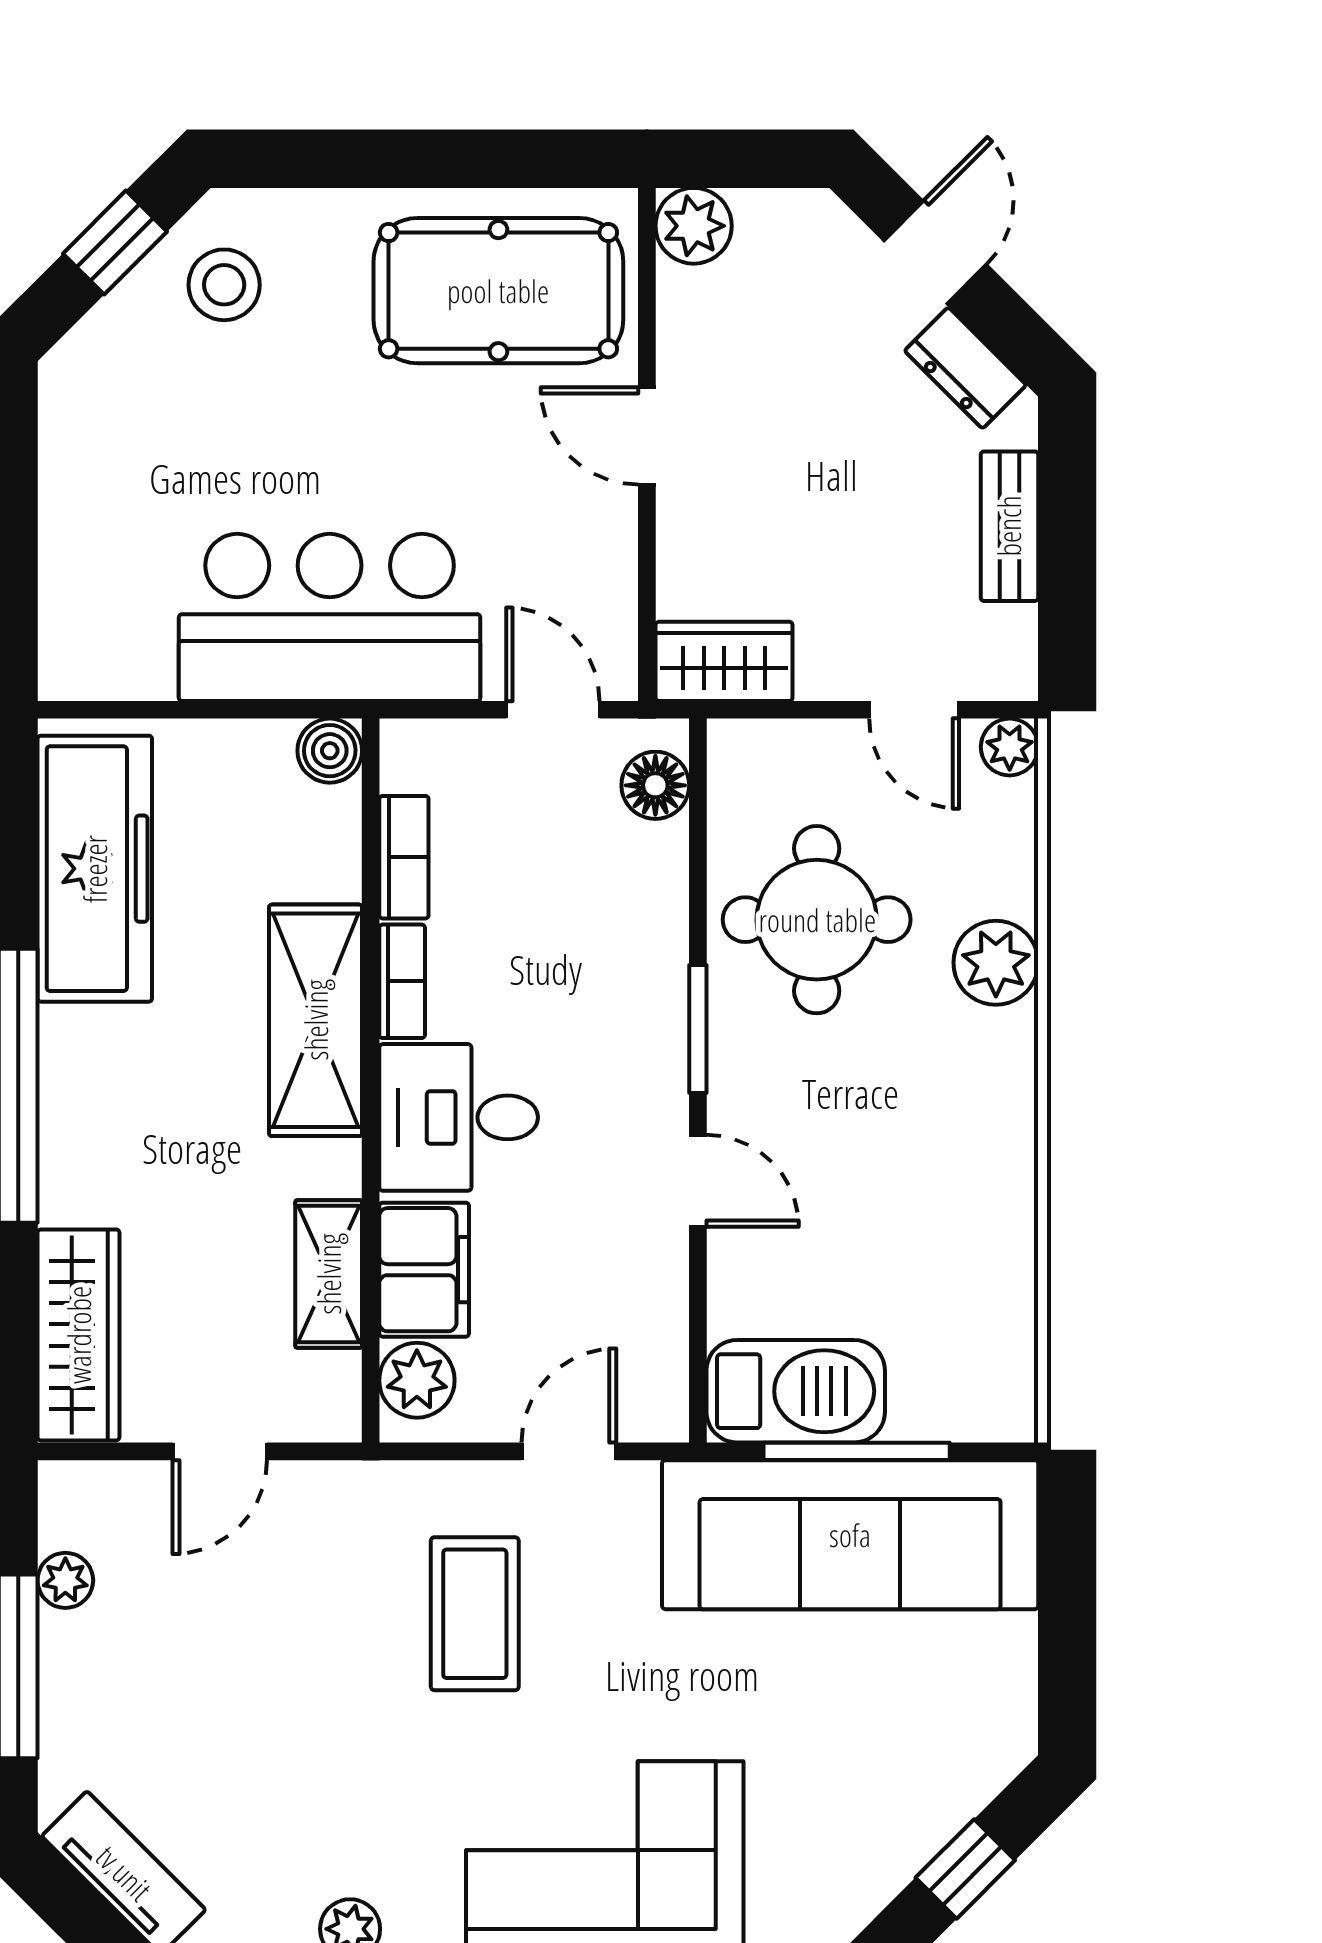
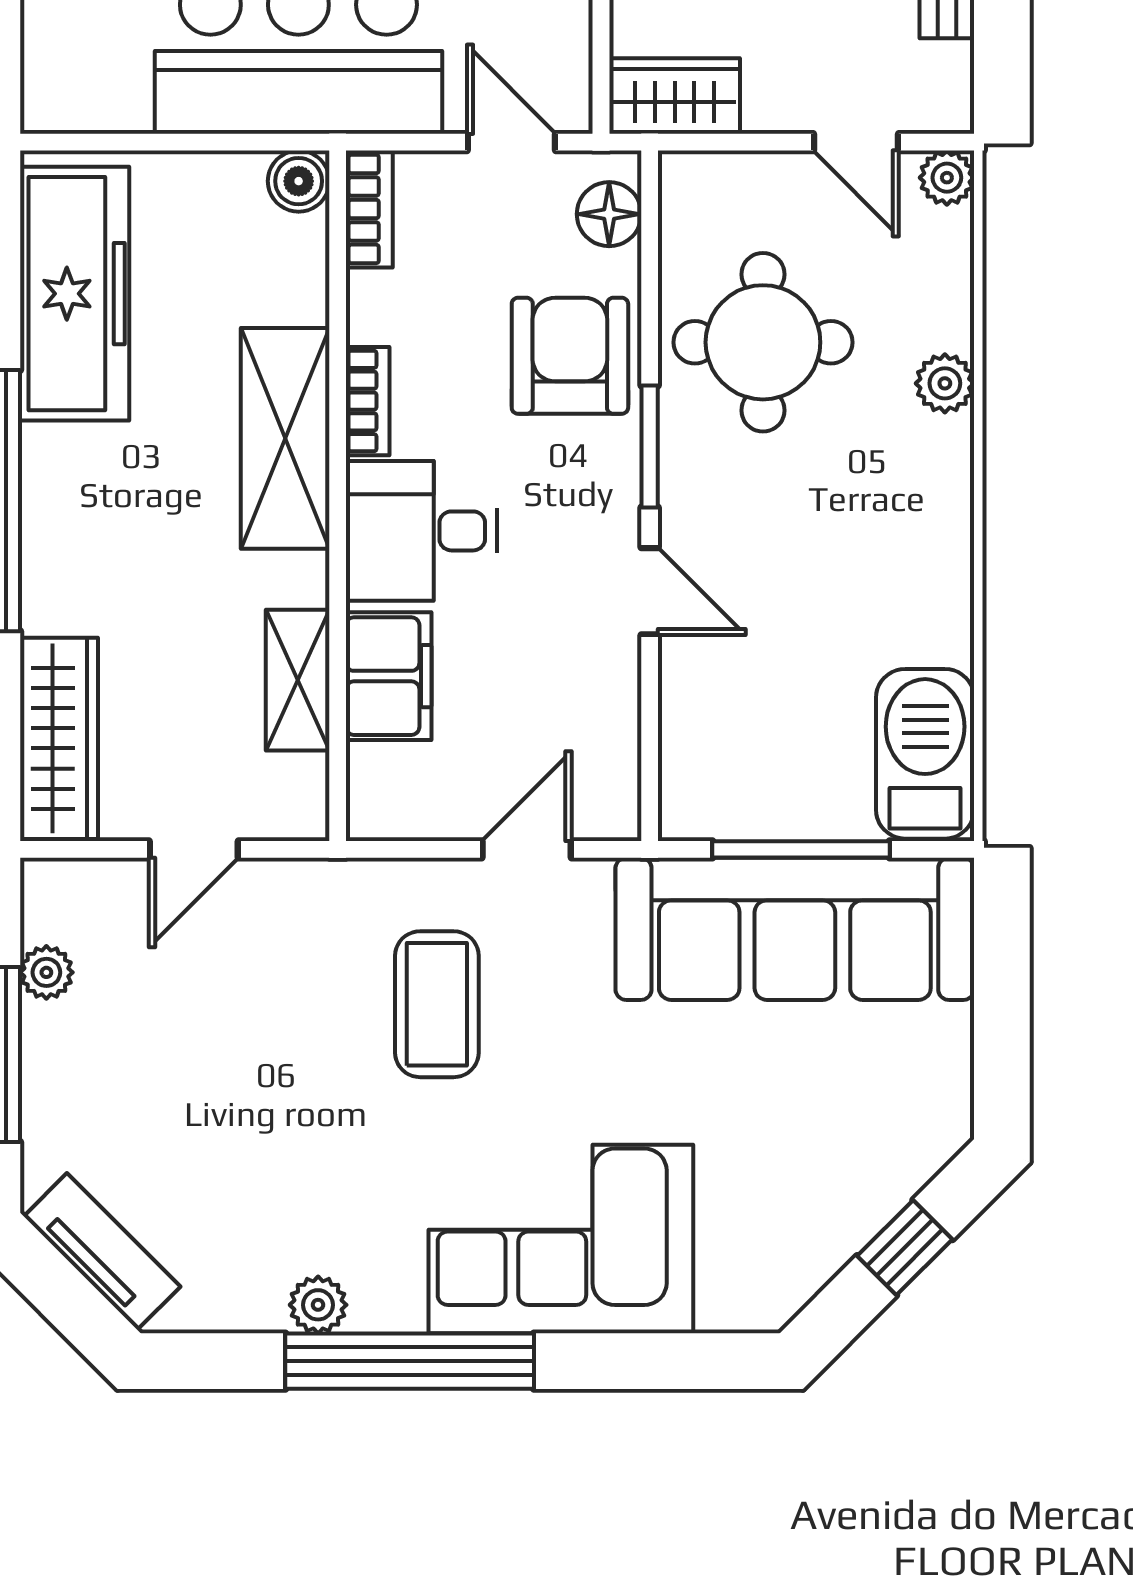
bookcase: (404, 857) -> (369, 209), moved
armchair: (614, 934) -> (570, 356), added
plant: (996, 963) -> (945, 383), width x0.73, depth x0.73
plant: (417, 1380) -> (382, 782), removed
barbecue: (796, 1391) -> (925, 754), moved, turned -90

